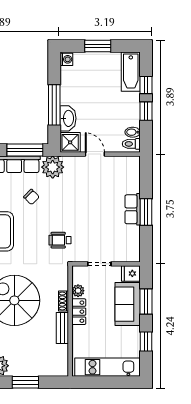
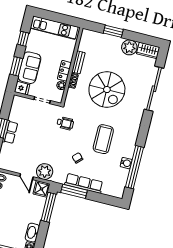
window: (54, 105) -> (49, 207), moved
washbasin: (68, 118) -> (32, 233), moved
plant: (53, 167) -> (45, 172), moved

